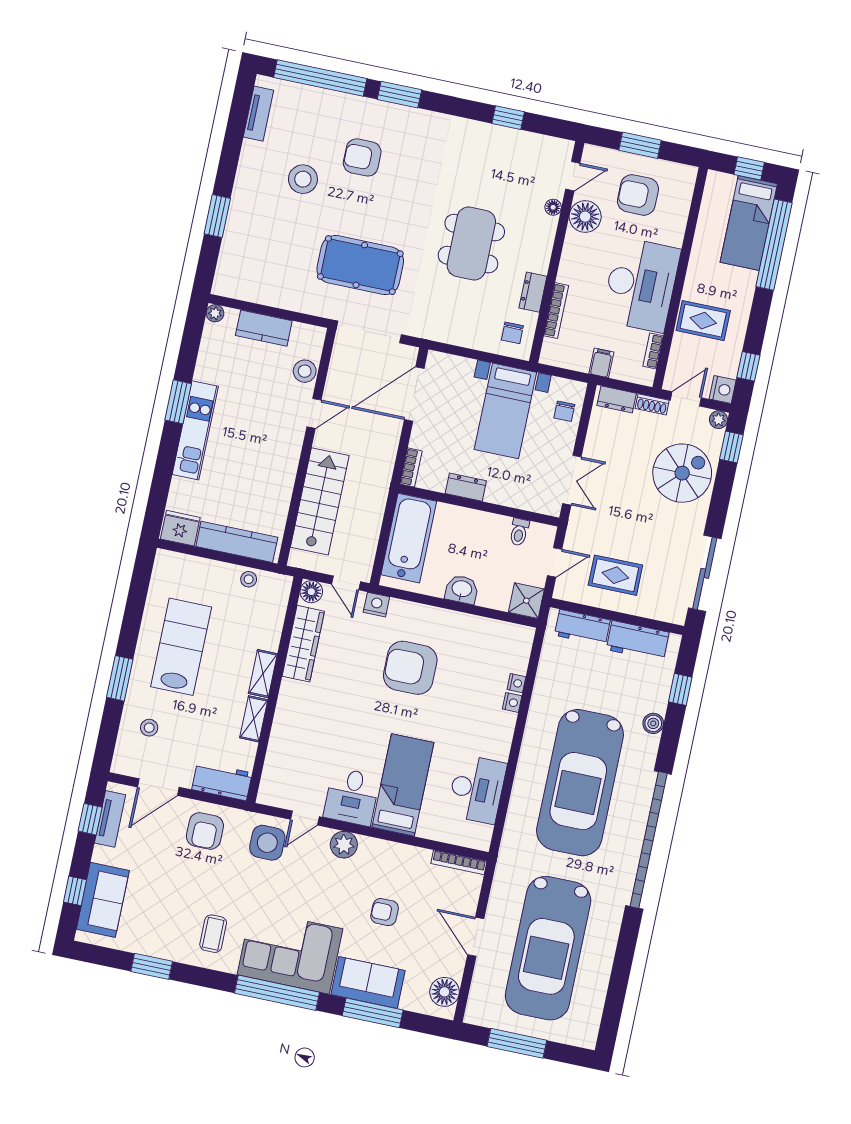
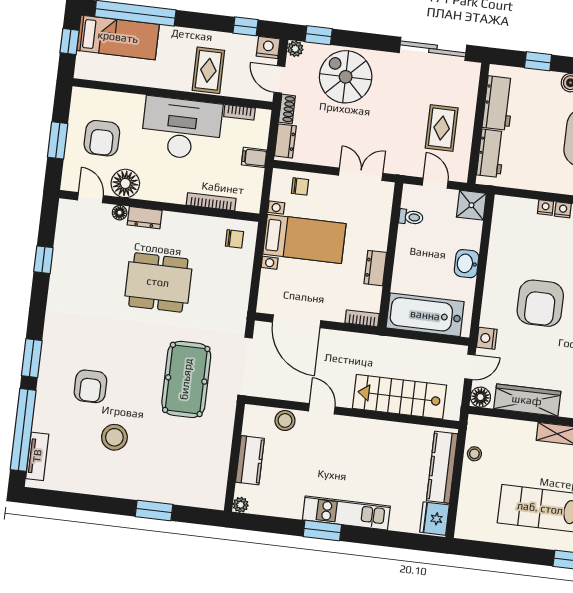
tv unit: (258, 114) -> (37, 456), moved, turned 90
dresser: (533, 292) -> (145, 218), moved

